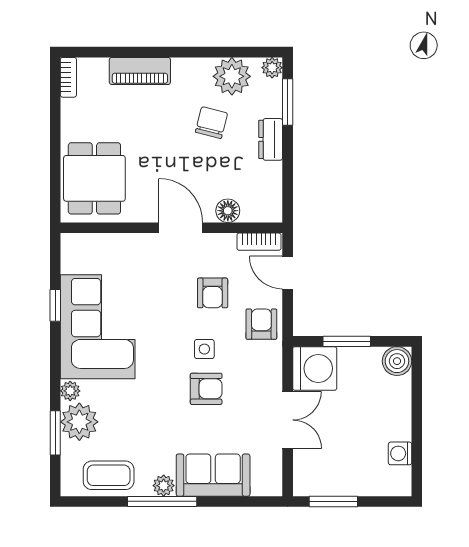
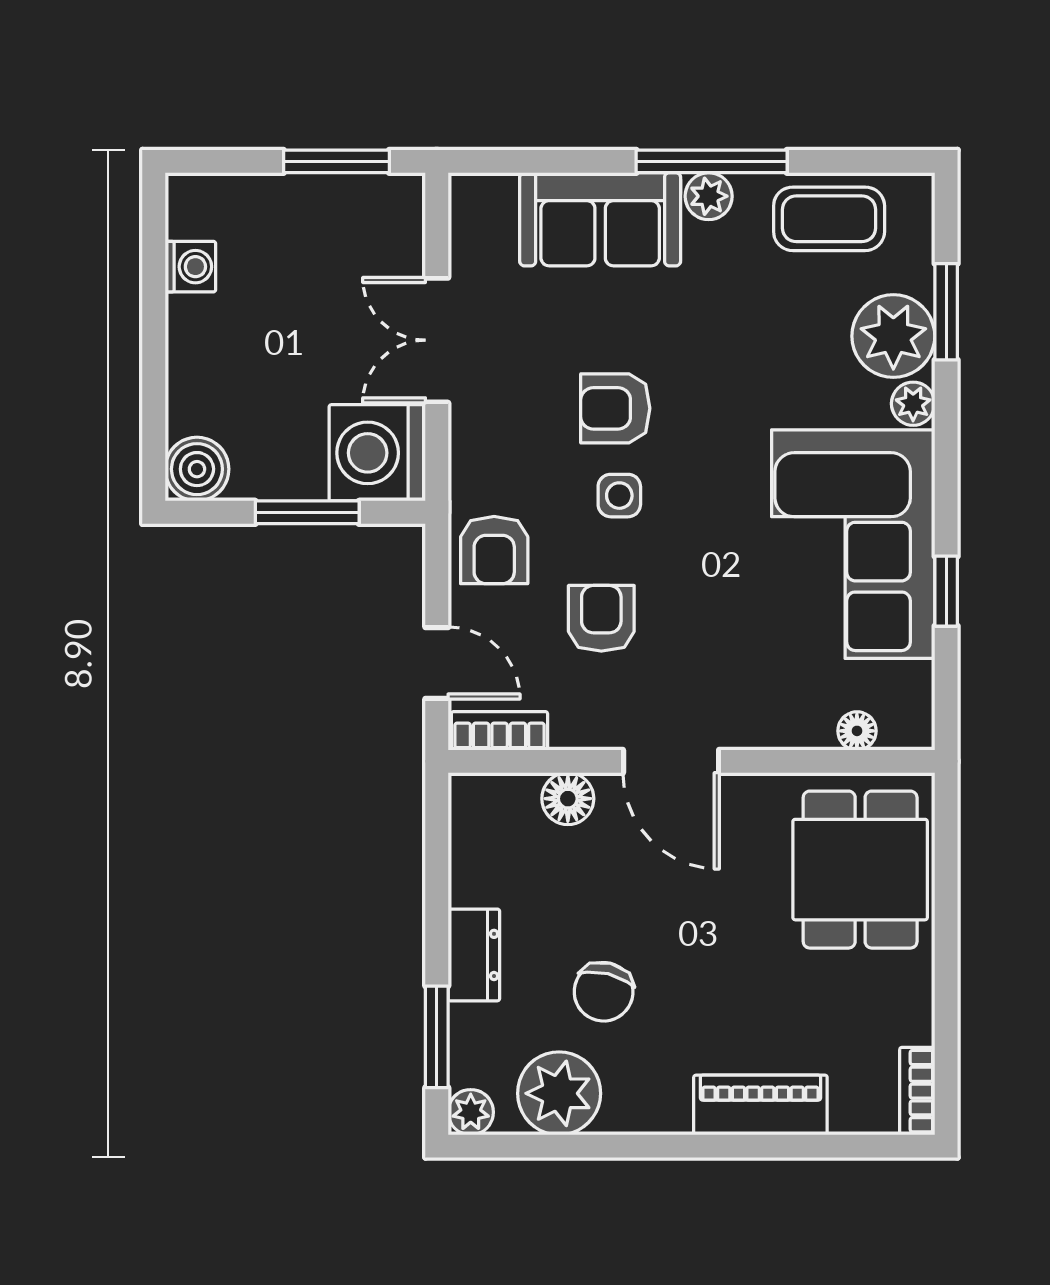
floor lamp: (96, 242) -> (857, 731), added

